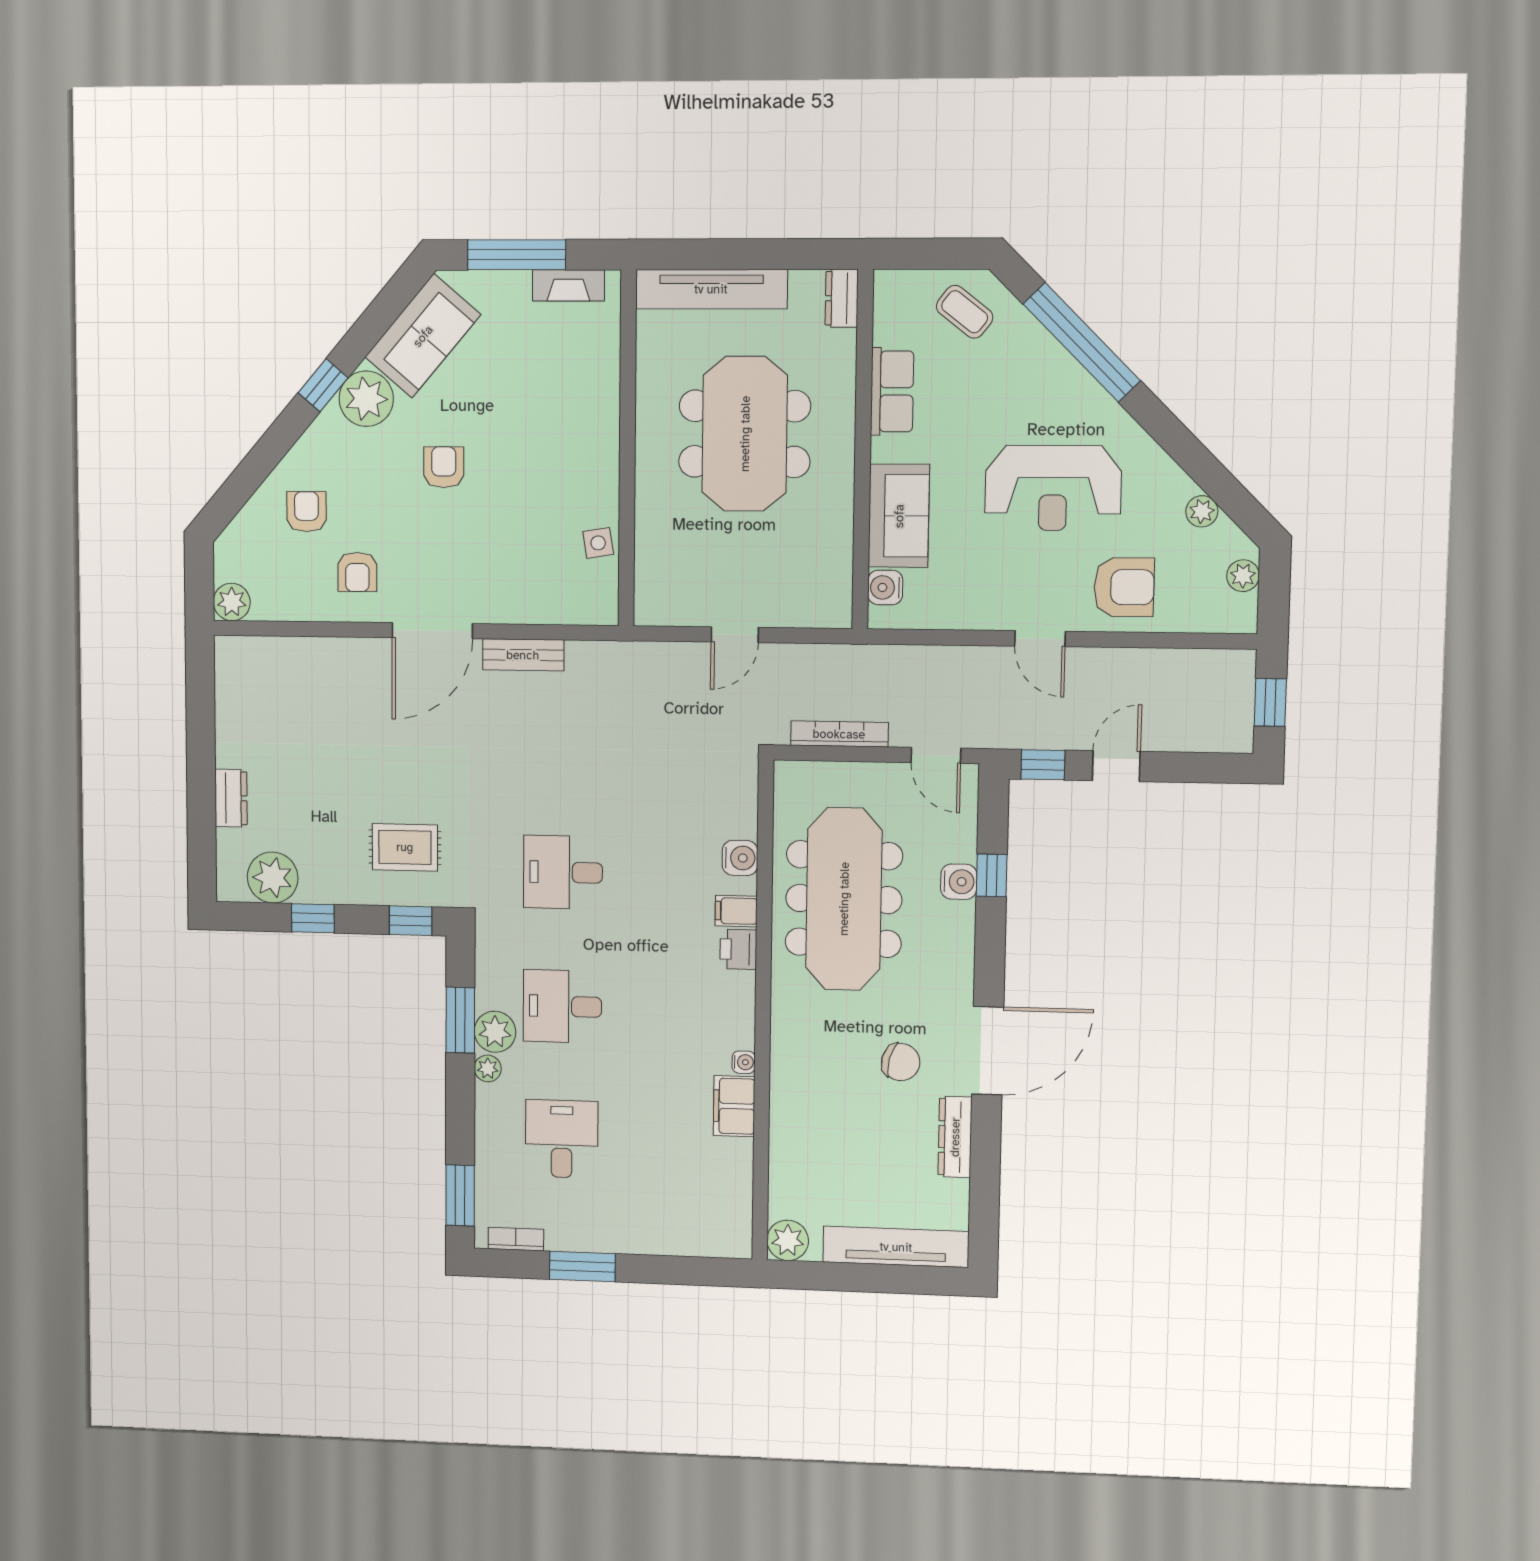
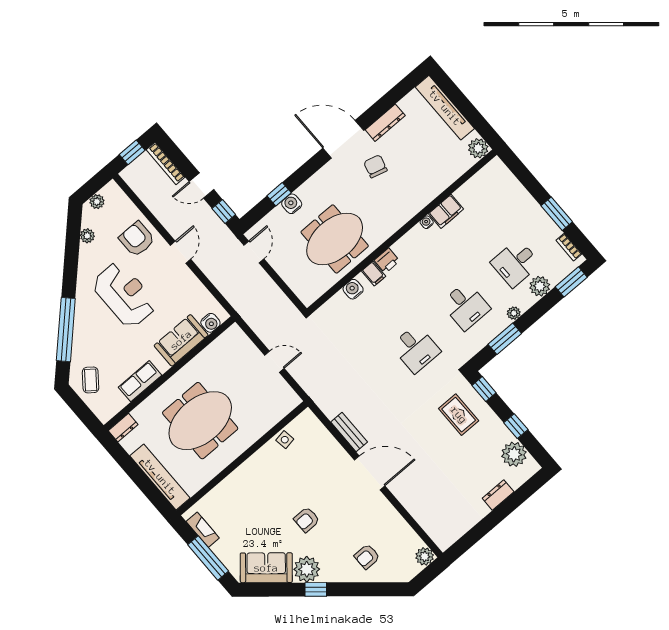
armchair: (357, 572) -> (373, 519), removed
bookcase: (839, 734) -> (166, 163), moved
meeting table: (844, 899) -> (335, 239), width x0.73
plant: (495, 1032) -> (540, 286), moved

